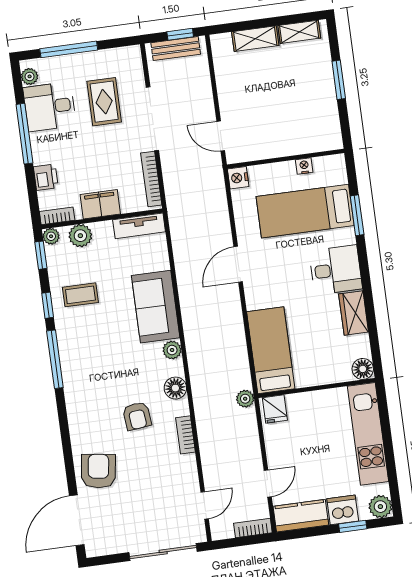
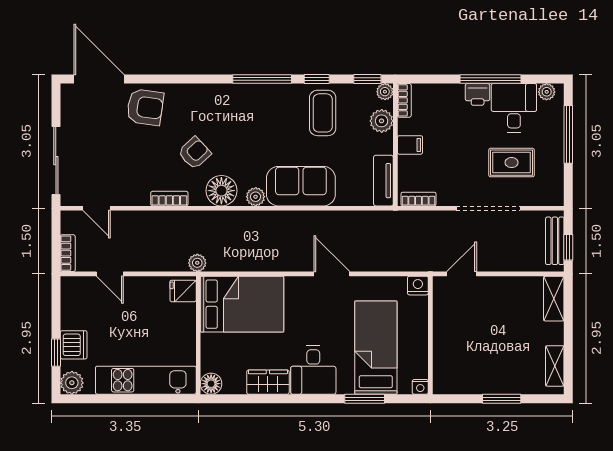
shelving: (255, 39) -> (554, 299), moved
nightstand: (304, 166) -> (420, 387), moved, turned 90
printer: (46, 177) -> (478, 94), moved
bookcase: (151, 179) -> (418, 199), width x0.64
filing cabinet: (100, 204) -> (410, 145), width x0.50
coffee table: (80, 295) -> (323, 113), width x1.36, depth x1.30
bed: (271, 350) -> (242, 304), width x1.50
floor lamp: (175, 388) -> (221, 191), width x1.38, depth x1.38
armchair: (137, 416) -> (195, 153), turned 143
kitchen counter: (301, 516) -> (73, 302), removed

